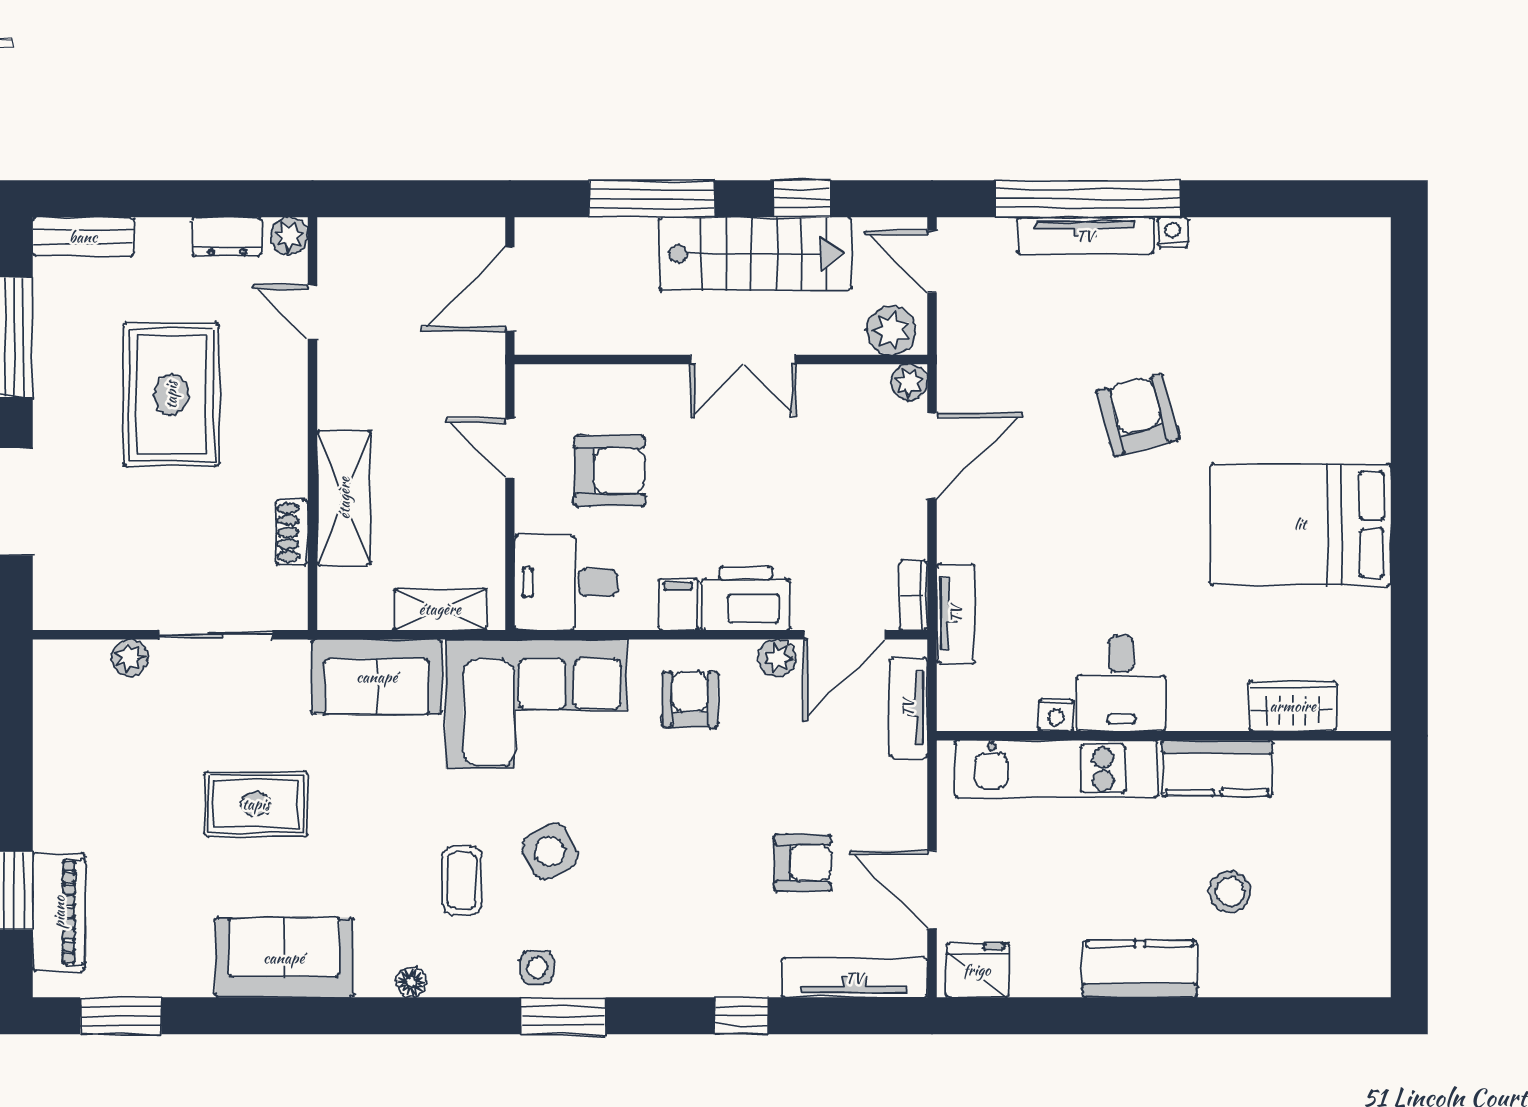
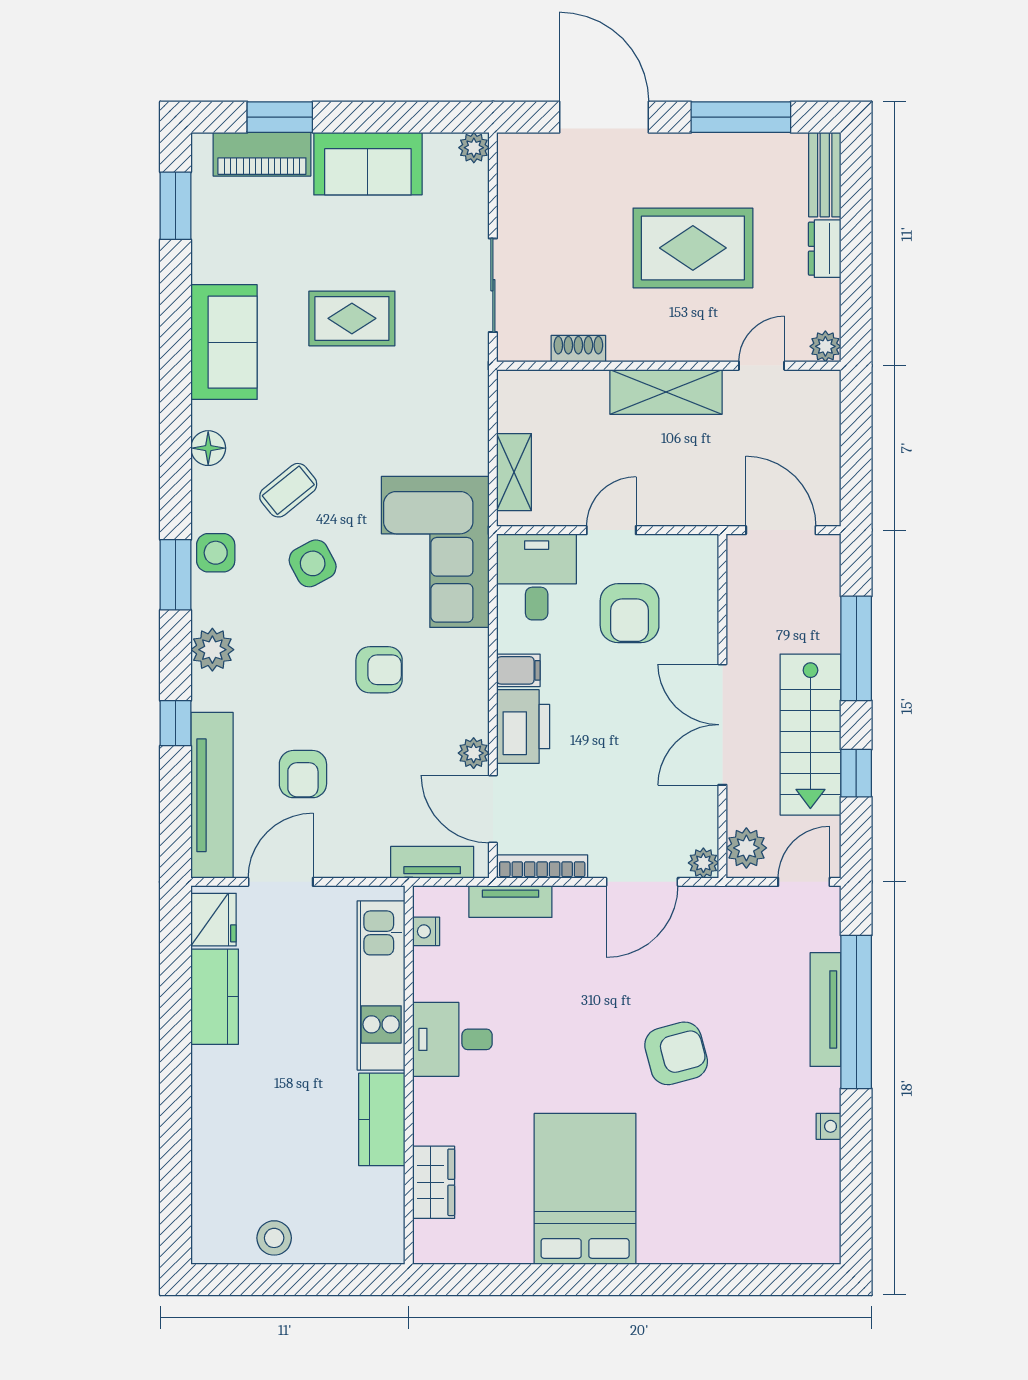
nightstand: (1173, 232) -> (829, 1126), moved
dresser: (227, 237) -> (825, 249), moved
double door: (743, 359) -> (722, 725), width x1.37
door: (510, 448) -> (611, 530), moved
door: (932, 456) -> (642, 882), hinge flipped
shelving: (344, 498) -> (666, 392), moved
bookcase: (914, 595) -> (542, 866), width x1.56
plant: (130, 658) -> (474, 148), moved
sofa: (377, 677) -> (368, 164), moved, turned -90
armchair: (690, 700) -> (379, 670), moved
nightstand: (1056, 715) -> (426, 931), moved
rug: (256, 804) -> (352, 318), turned 90
coffee table: (462, 880) -> (288, 490), turned -39
stool: (1230, 891) -> (274, 1238), moved
side table: (537, 968) -> (216, 553), width x1.37, depth x1.37
kitchen counter: (1140, 969) -> (215, 997), moved
plant: (653, 971) -> (212, 650), added
tv unit: (854, 978) -> (212, 795), width x1.36, depth x1.29
floor lamp: (411, 982) -> (208, 448), width x1.37, depth x1.37

